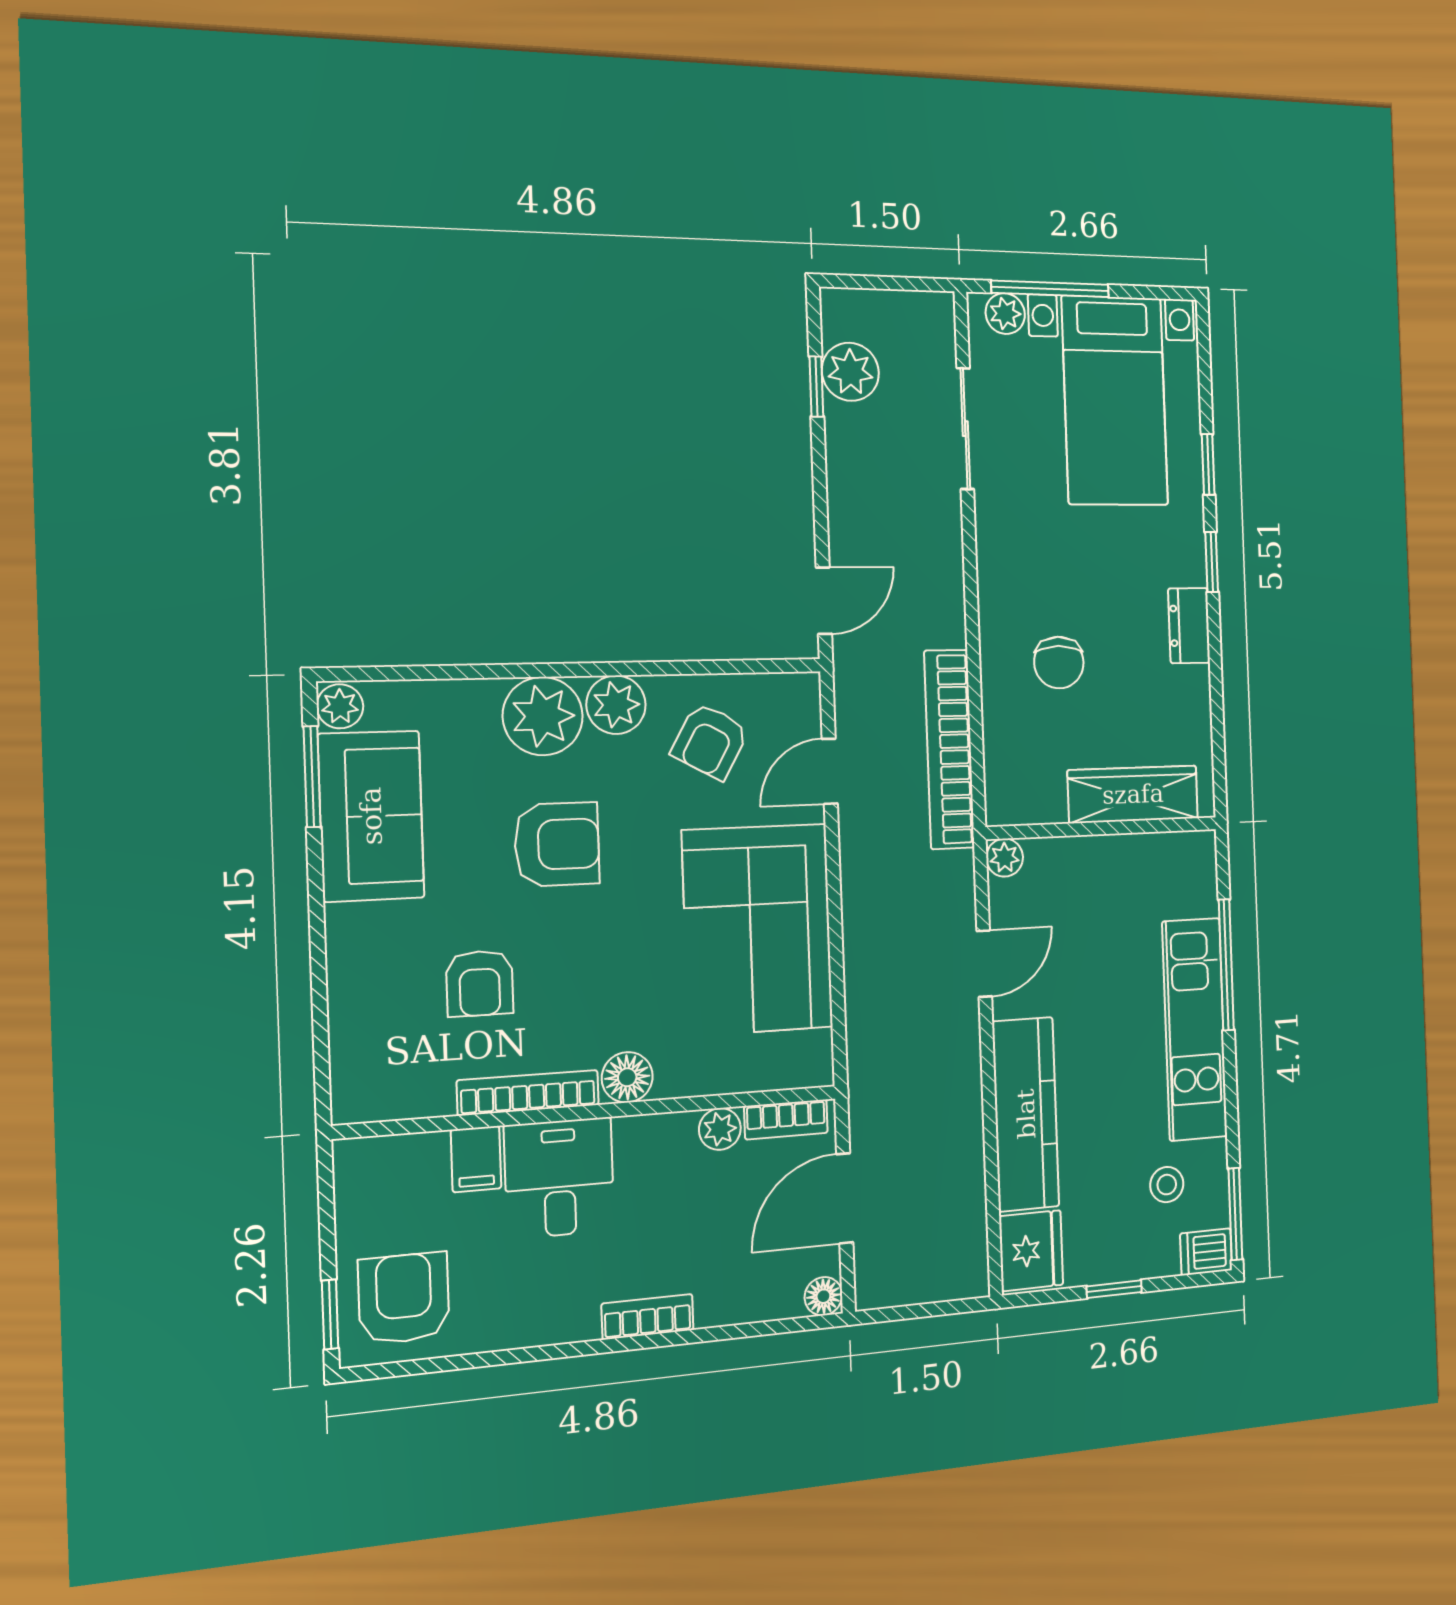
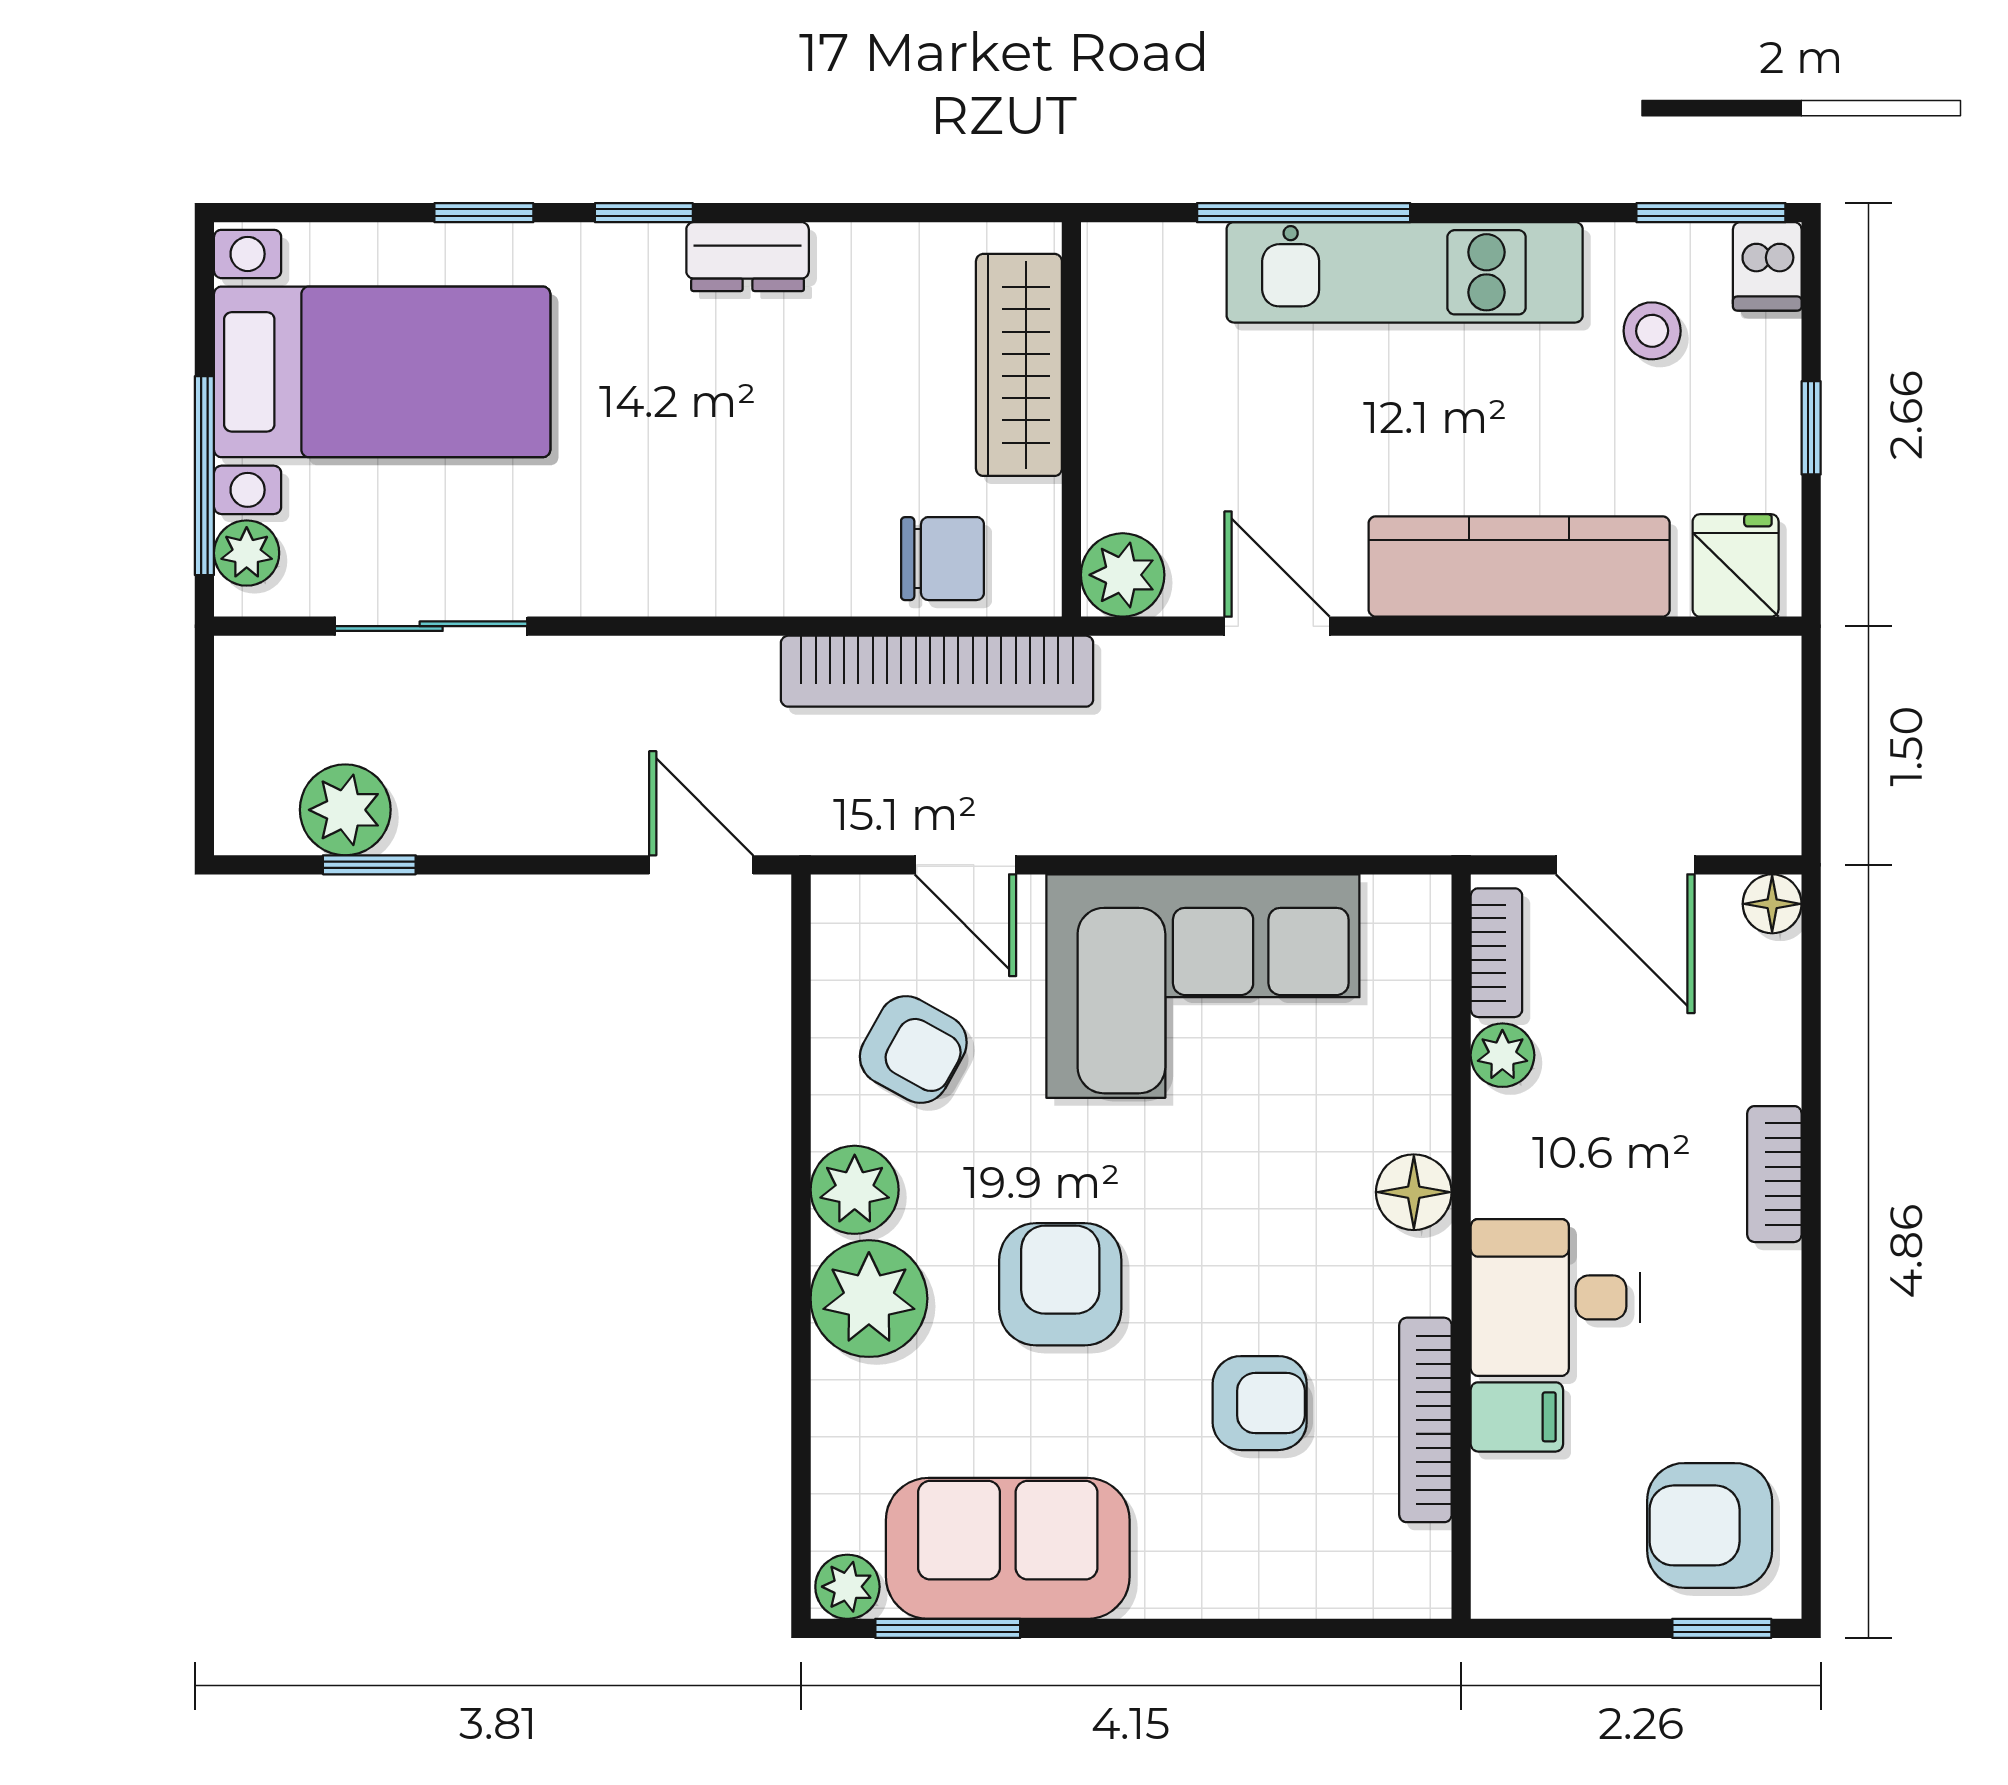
chair: (1059, 663) -> (942, 559), moved
plant: (1005, 858) -> (1123, 575), width x1.38, depth x1.38
bookcase: (528, 1093) -> (1425, 1420), moved
fridge: (1031, 1251) -> (1736, 565), width x0.72

